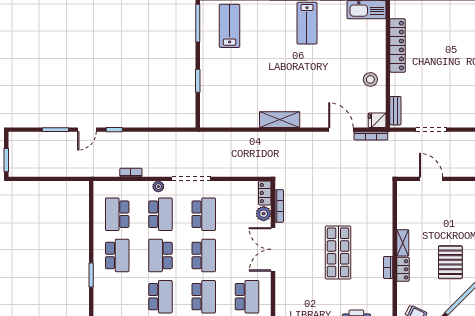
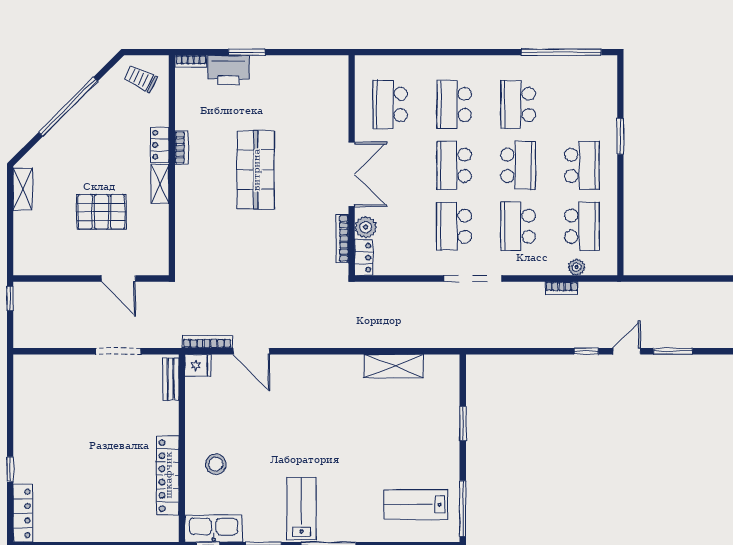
lab bench: (230, 26) -> (416, 505), turned 90
stool: (370, 79) -> (216, 464), moved
shelving: (280, 120) -> (394, 366), moved
plant: (158, 187) -> (577, 267), moved
school desk: (117, 255) -> (582, 165), turned 180
pallet: (450, 262) -> (101, 212), moved, turned 90

